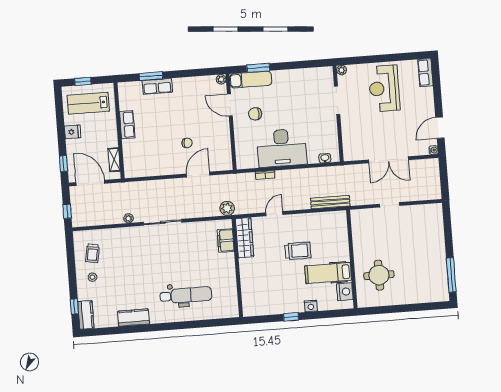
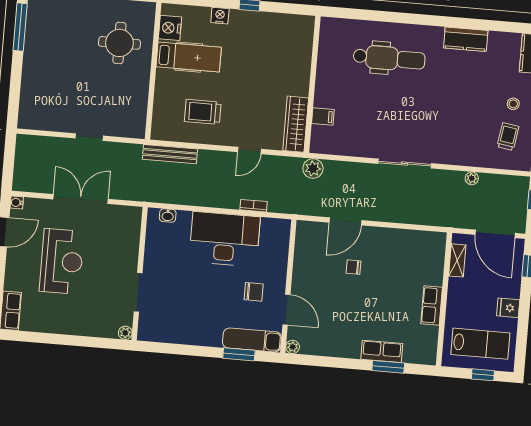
reception desk: (384, 88) -> (62, 261), moved
plant: (128, 218) -> (472, 178), moved
filing cabinet: (226, 241) -> (323, 117), width x0.50
trolley: (298, 251) -> (203, 112), moved
dental chair: (186, 295) -> (389, 58), turned 180

